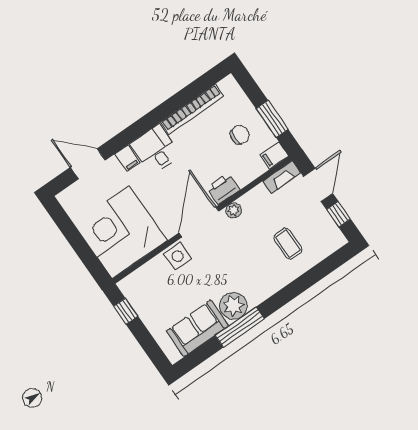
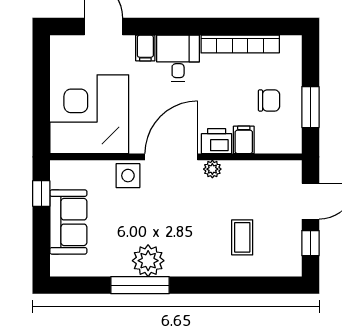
filing cabinet: (274, 155) -> (244, 140), moved, turned 90
fireplace: (282, 177) -> (281, 169), removed
sofa: (197, 328) -> (68, 222), moved, turned 90

